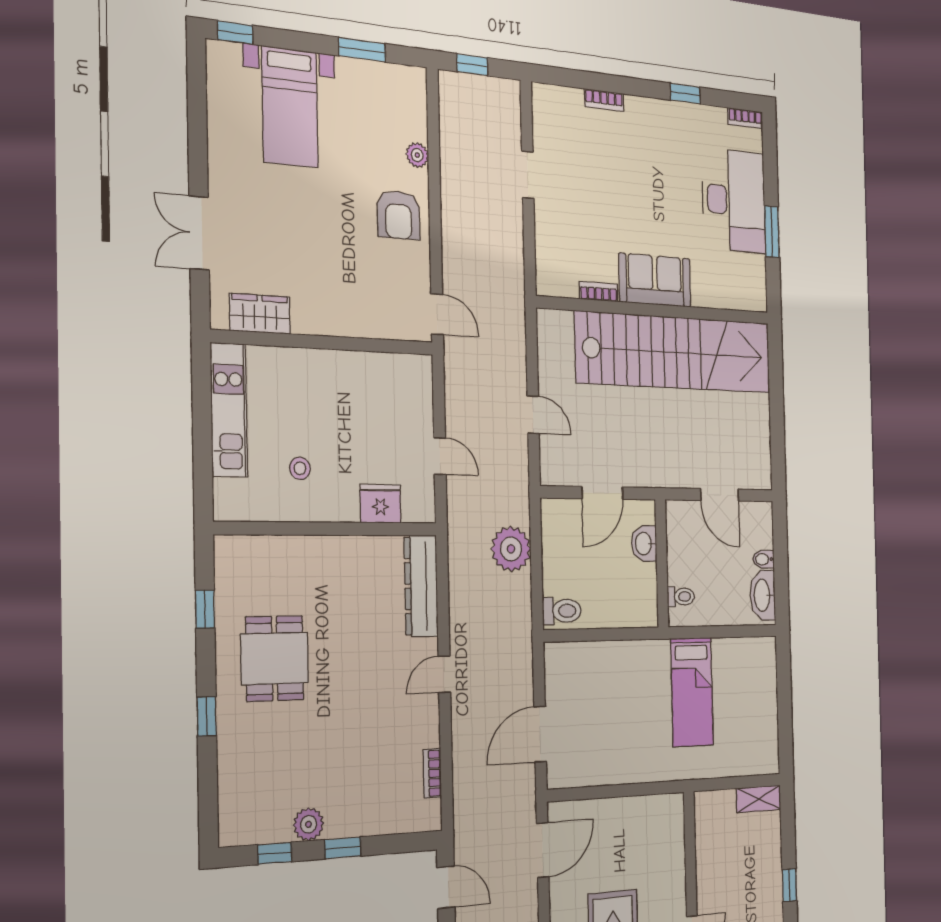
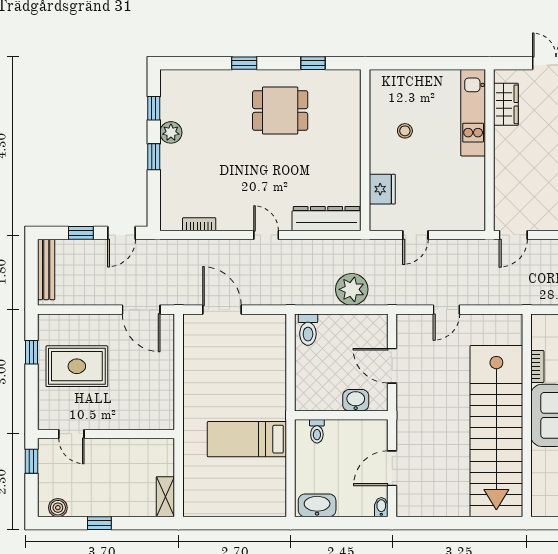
kitchen unit: (229, 410) -> (473, 113), moved, turned 90
bidet: (764, 559) -> (381, 507), moved

